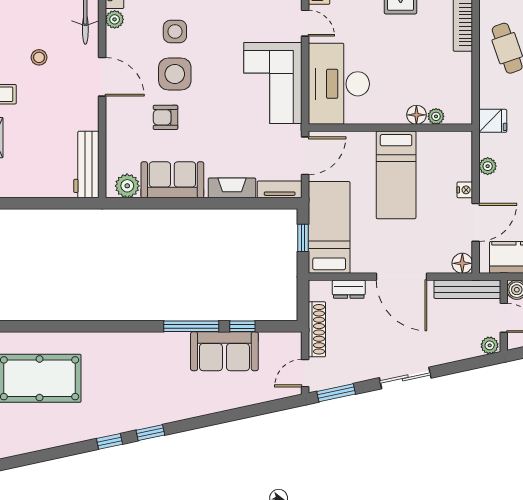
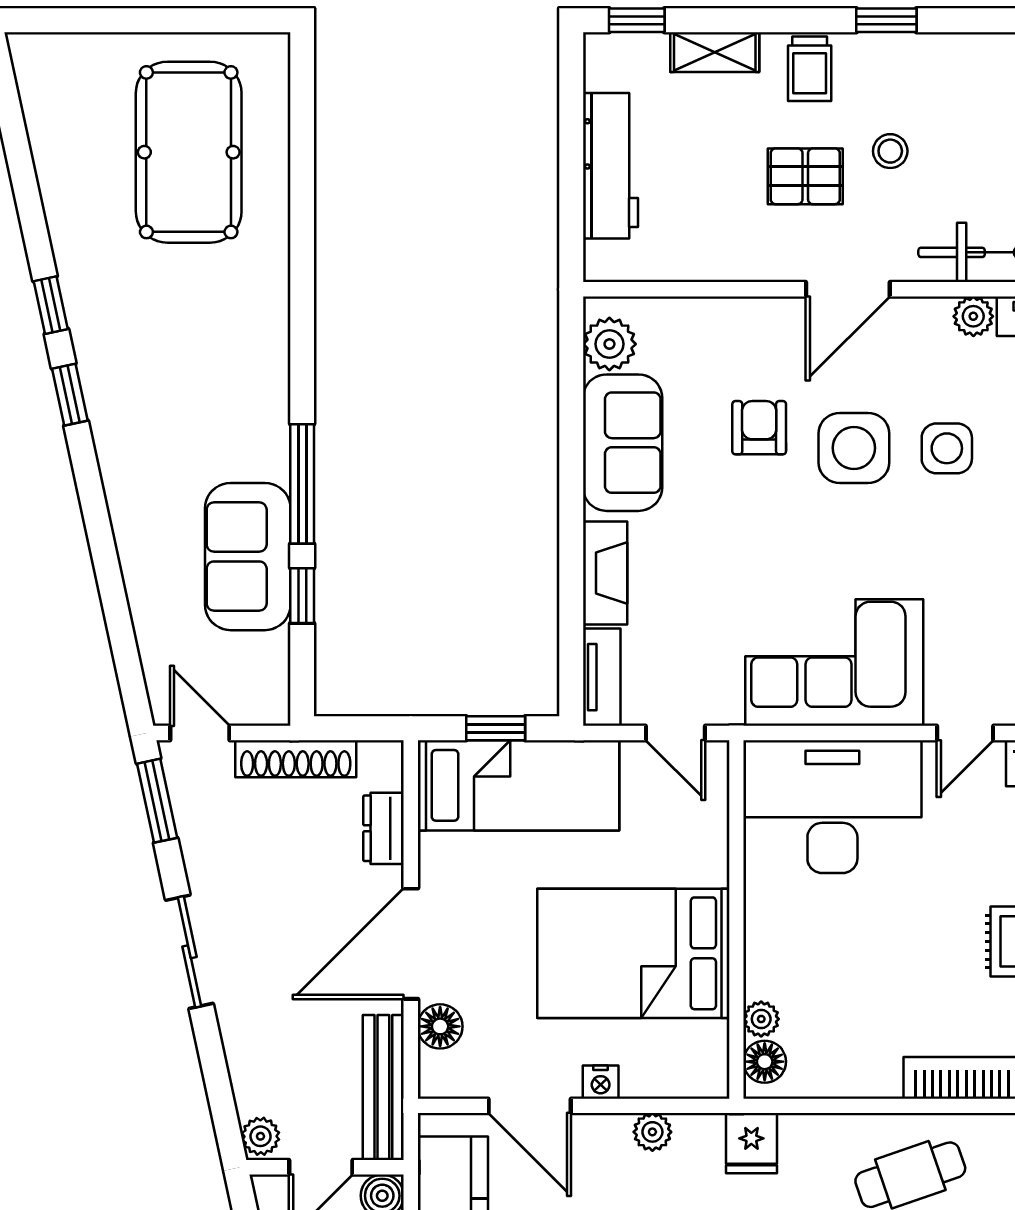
pallet: (51, 96) -> (805, 176), added
floor lamp: (416, 115) -> (765, 1062), moved
door: (305, 156) -> (675, 733), width x0.73
workbench: (86, 165) -> (610, 166), moved, turned 90
bed: (396, 175) -> (633, 953), width x1.50
floor lamp: (462, 263) -> (440, 1026), moved

